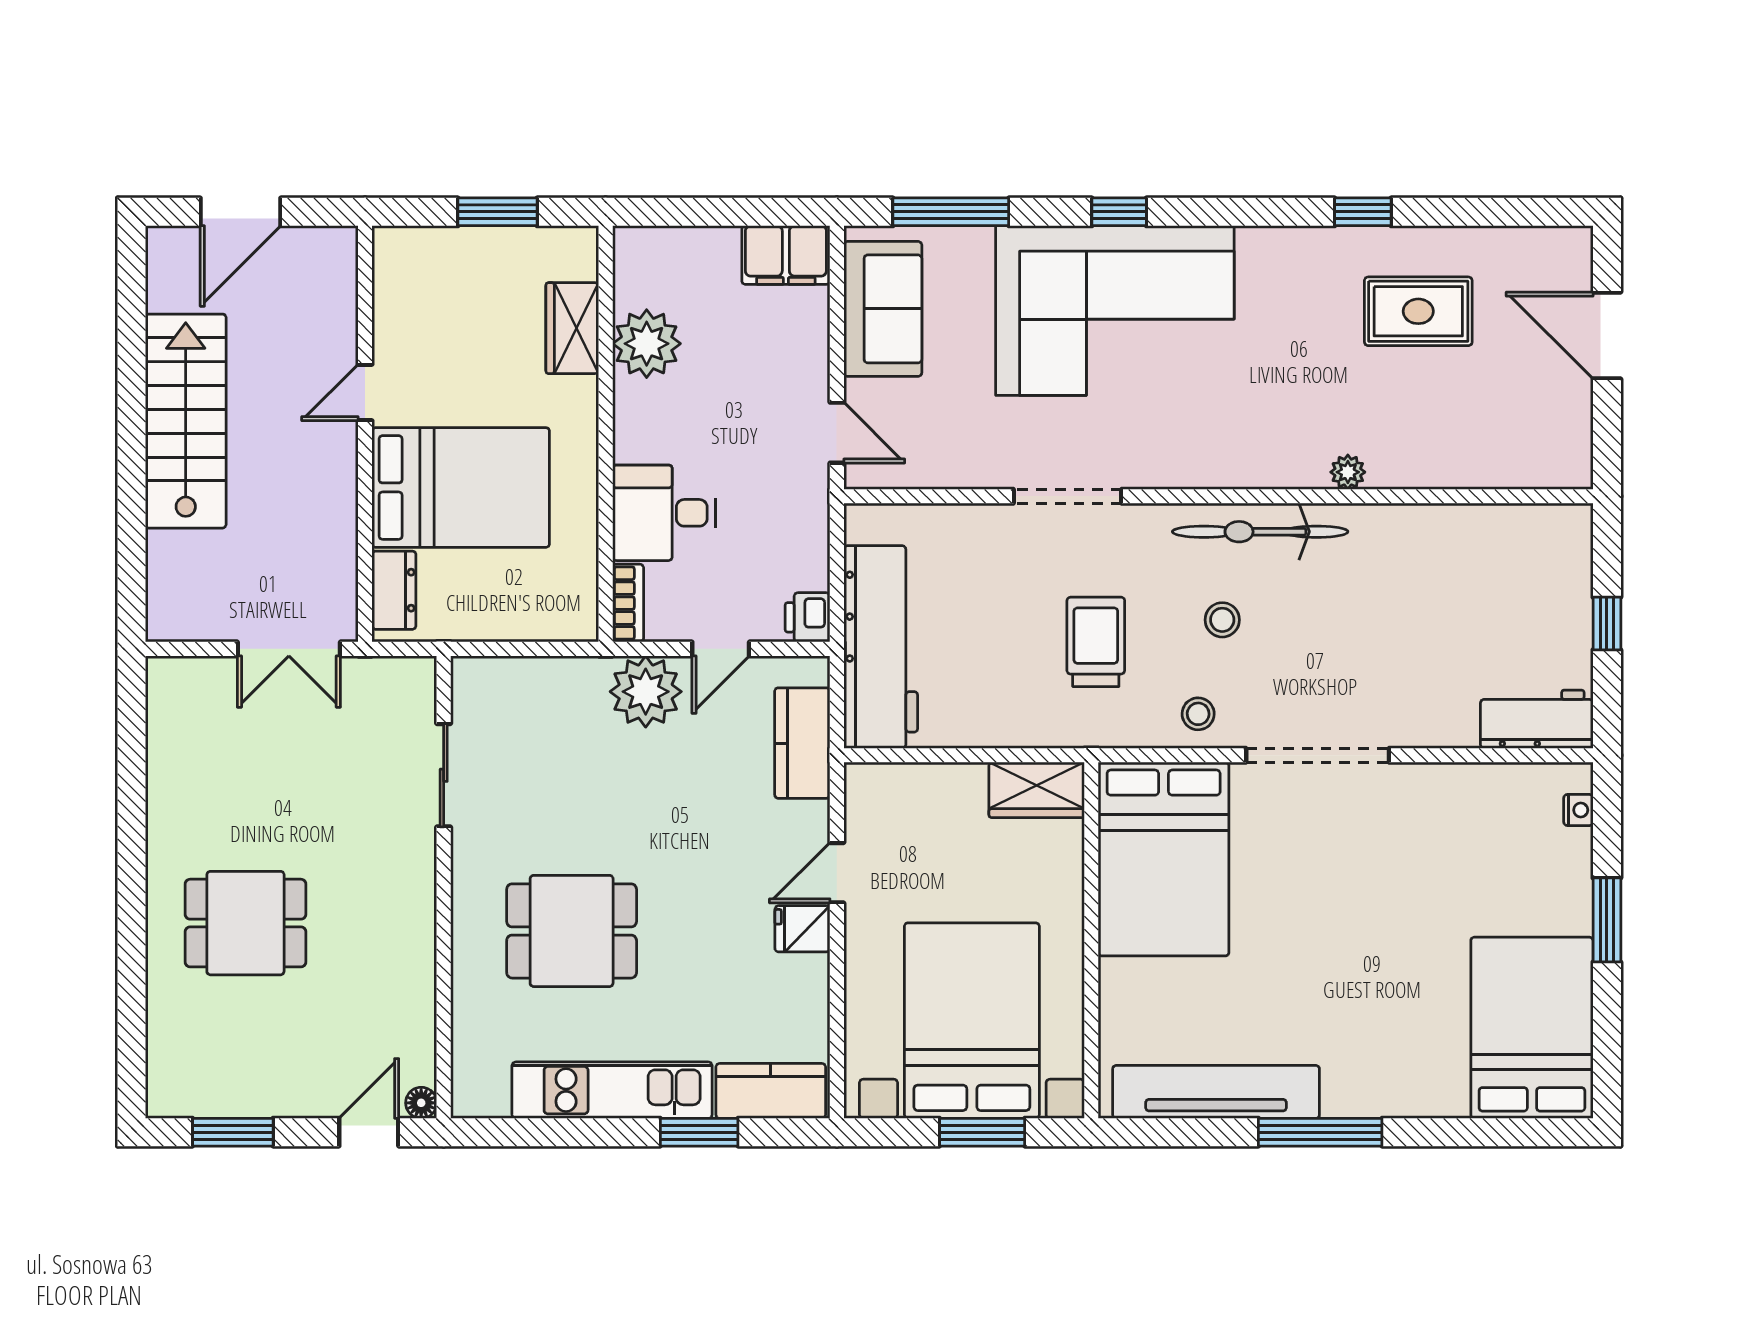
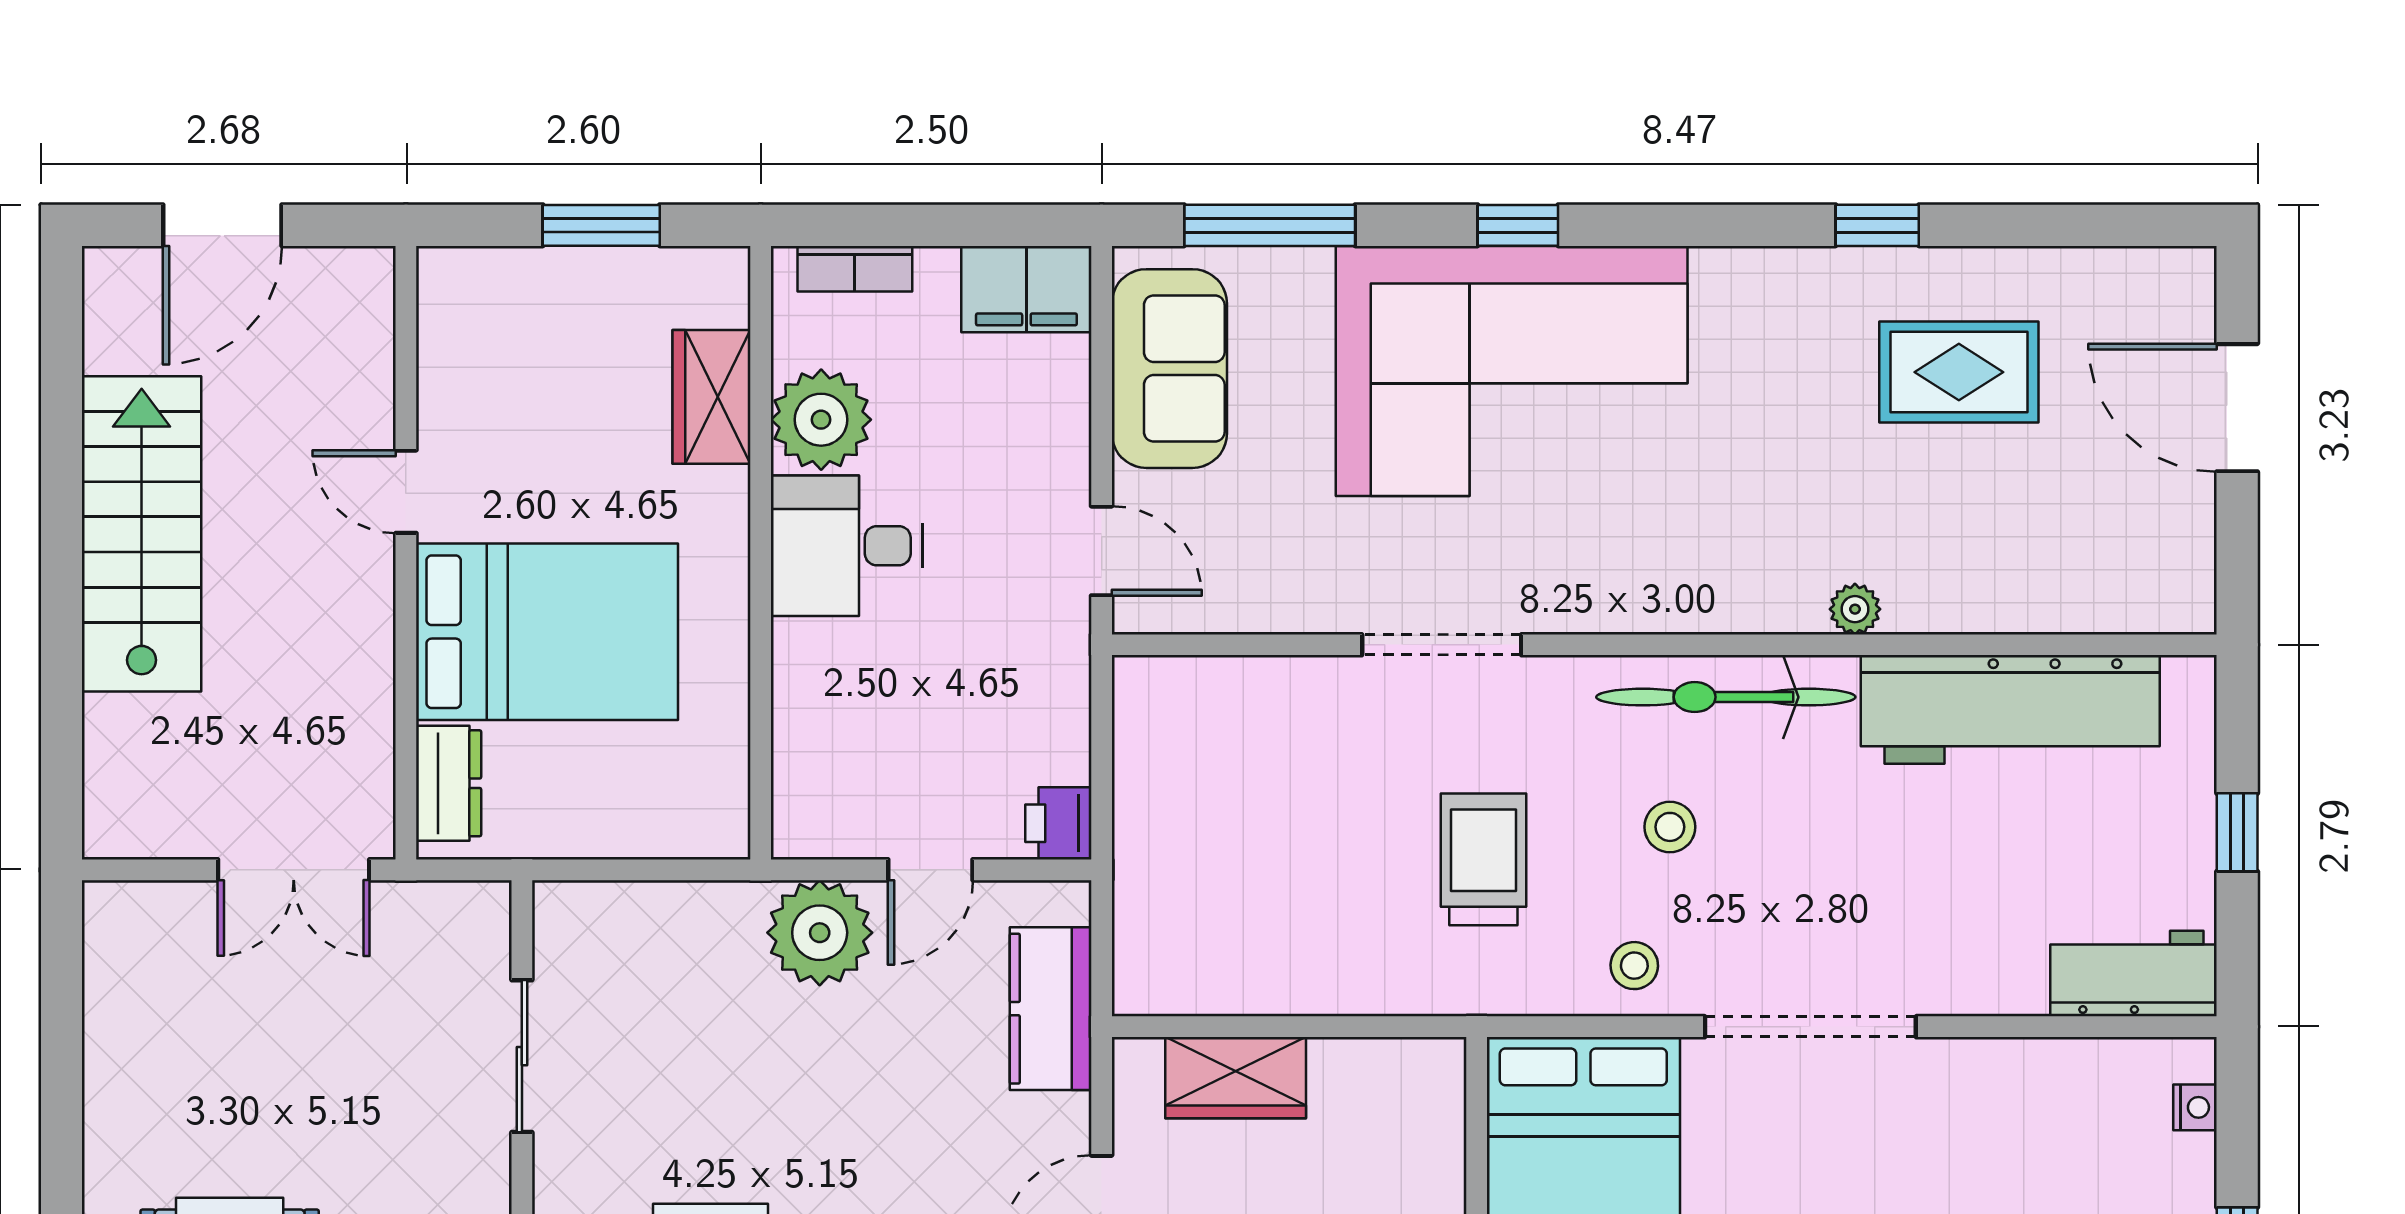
door: (365, 392) -> (406, 492), hinge flipped
desk: (664, 513) -> (847, 546), moved
bookcase: (628, 603) -> (855, 269), moved, turned 90
workbench: (881, 647) -> (2010, 709), moved, turned 90
wardrobe: (1037, 790) -> (1236, 1078), moved

